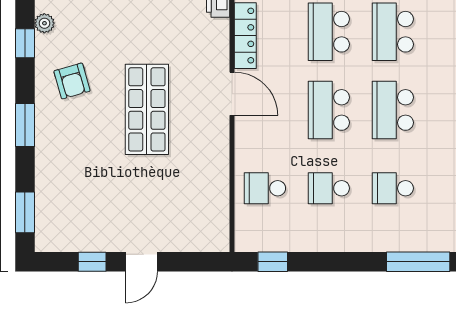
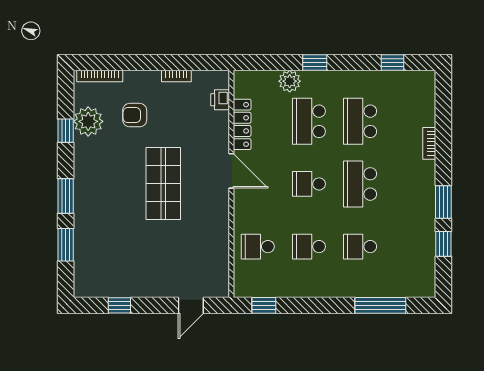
plant: (44, 23) -> (88, 121), width x1.88, depth x1.88
armchair: (72, 81) -> (135, 115), moved, turned 106
school desk: (329, 110) -> (309, 184), width x0.54
window: (25, 212) -> (66, 245), moved
door: (141, 262) -> (191, 305), moved

